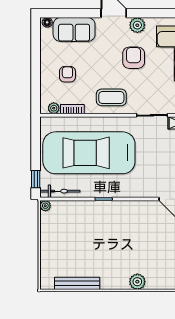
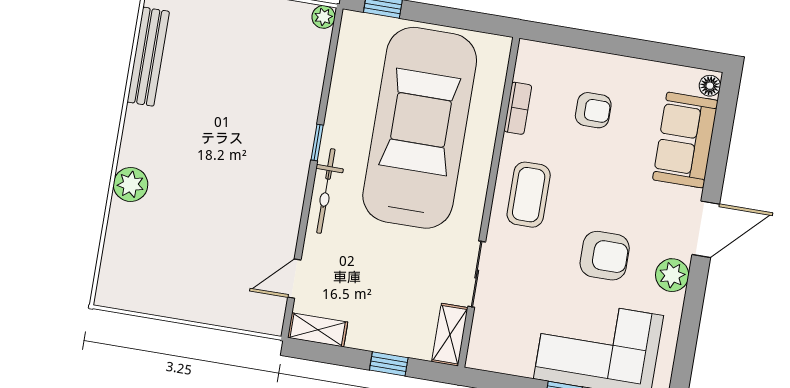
plant: (54, 108) -> (526, 69), removed
bicycle: (60, 191) -> (326, 191), moved

